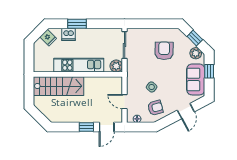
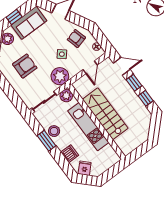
window: (77, 24) -> (46, 141), moved
stool: (96, 35) -> (54, 131), added
armchair: (164, 51) -> (25, 66), turned 180
plant: (135, 72) -> (60, 76), added
stairs: (58, 86) -> (105, 114), moved
window: (67, 127) -> (146, 98), added

